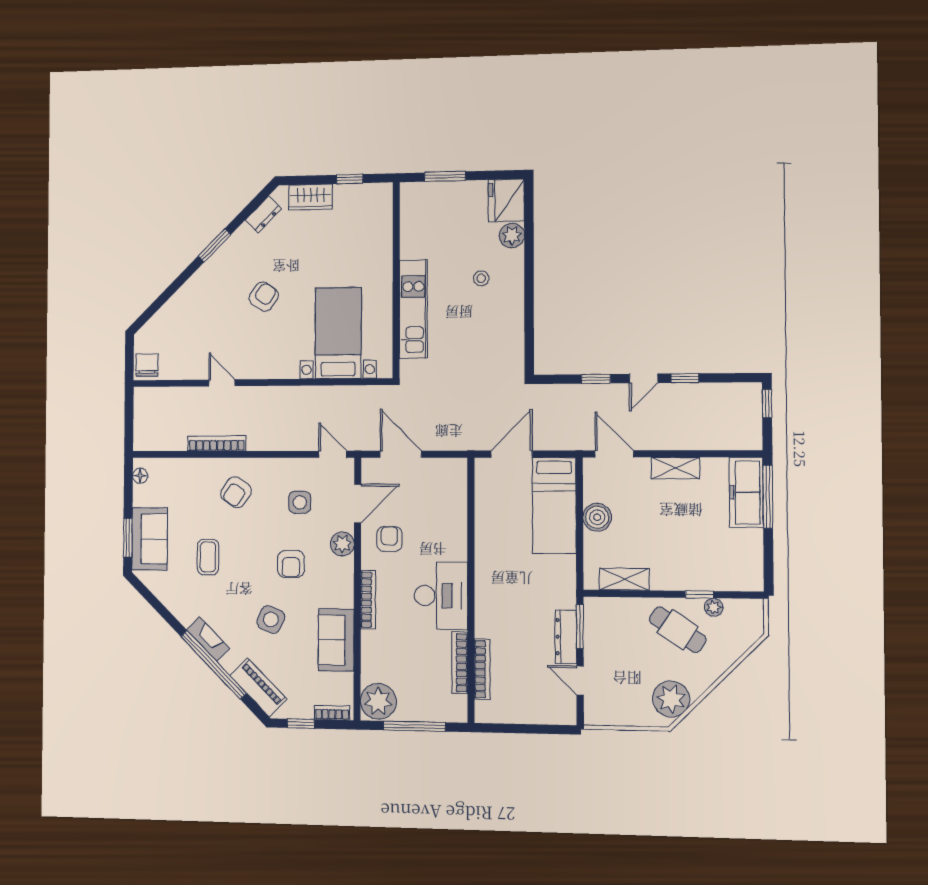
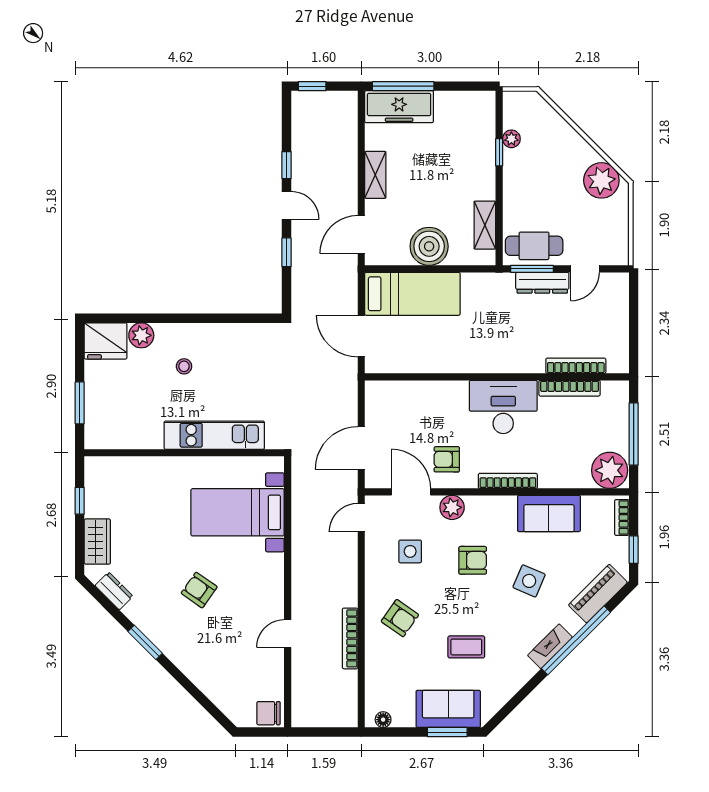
boiler: (597, 517) -> (429, 246), width x1.37, depth x1.37
cafe table: (678, 630) -> (534, 246), moved, turned 56

